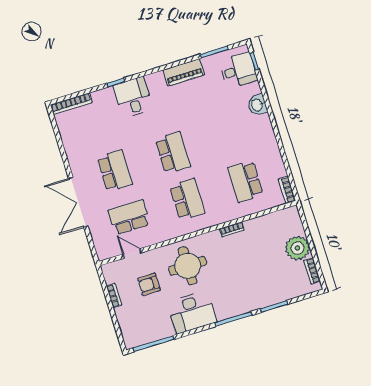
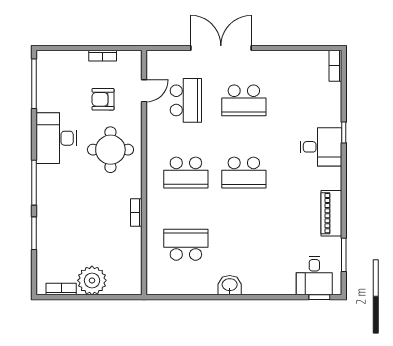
bookcase: (71, 104) -> (335, 66), width x0.64
washbasin: (257, 105) -> (230, 285), moved
bookcase: (287, 190) -> (162, 289), removed
armchair: (149, 284) -> (103, 99), turned -90

